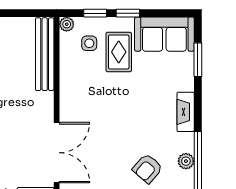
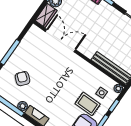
double door: (57, 153) -> (60, 41), swing flipped
plant: (186, 161) -> (23, 106), moved

